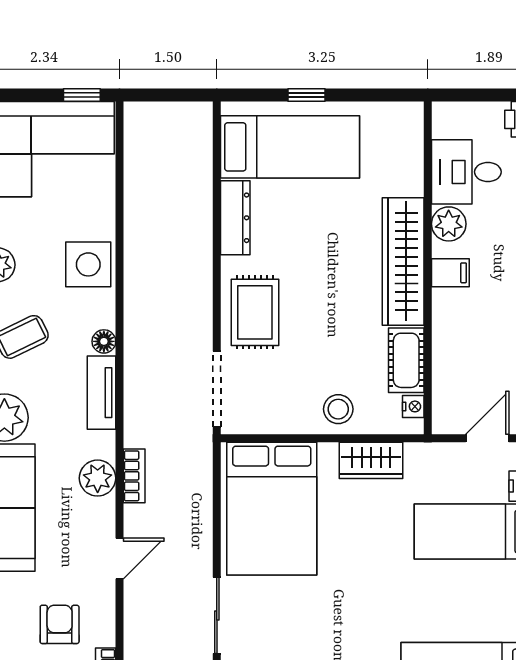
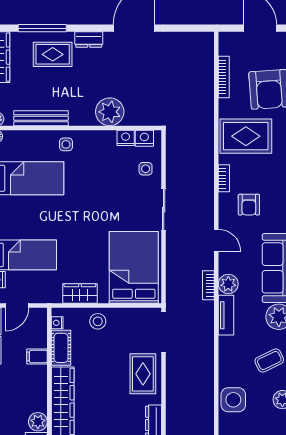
filing cabinet: (450, 273) -> (37, 357), moved
floor lamp: (104, 341) -> (225, 358), removed
tv unit: (102, 393) -> (226, 315), moved
door: (120, 559) -> (216, 240), swing flipped

